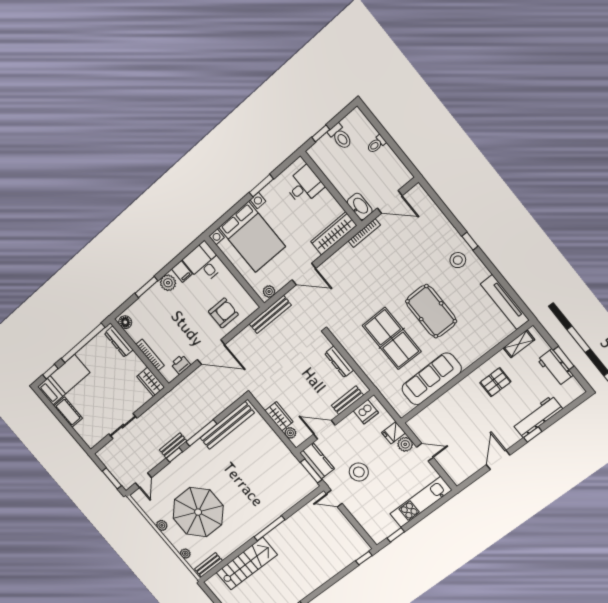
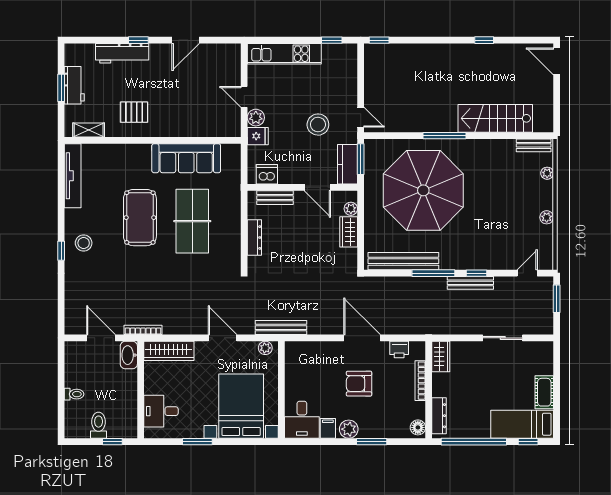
armchair: (223, 313) -> (359, 384), moved
bench: (173, 446) -> (470, 283), width x1.36
parasol: (198, 512) -> (423, 190), moved, width x1.36, depth x1.36

